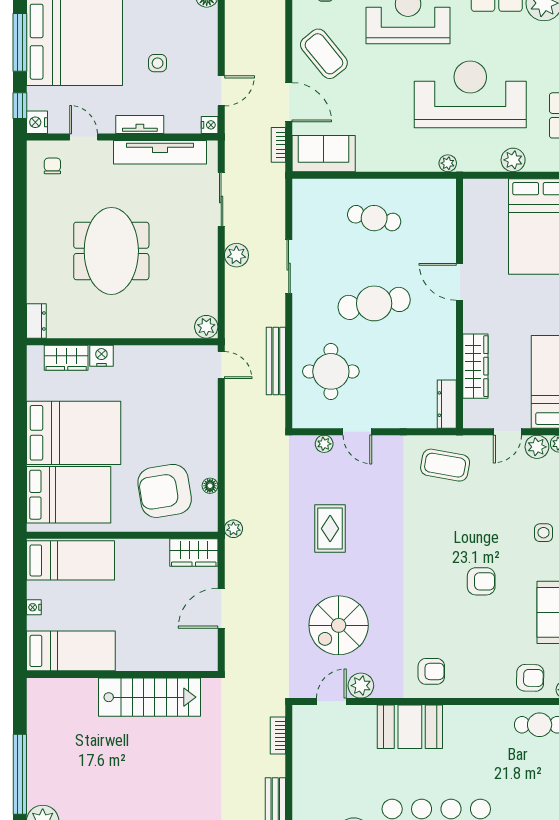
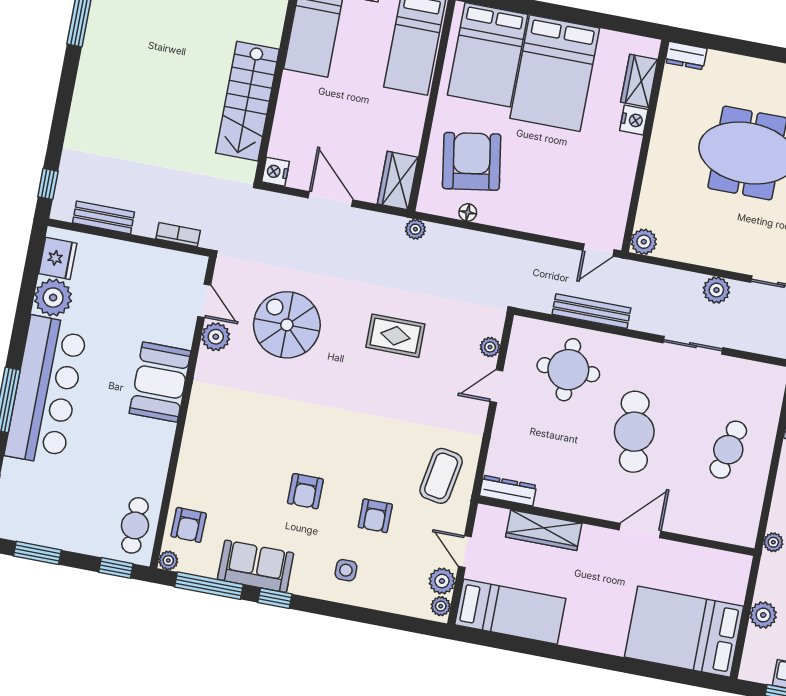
nightstand: (206, 661) -> (276, 172), added
armchair: (431, 671) -> (375, 516), moved

